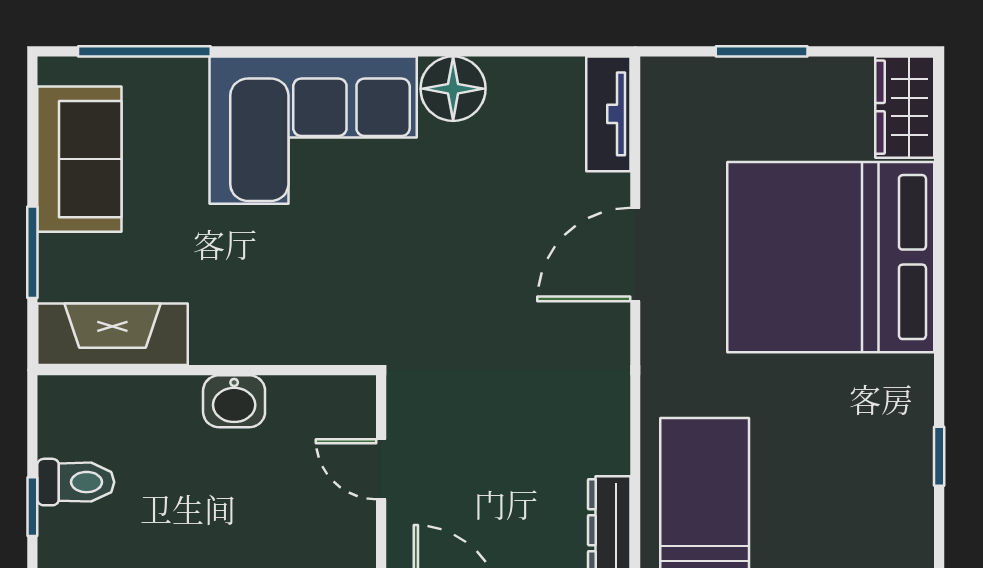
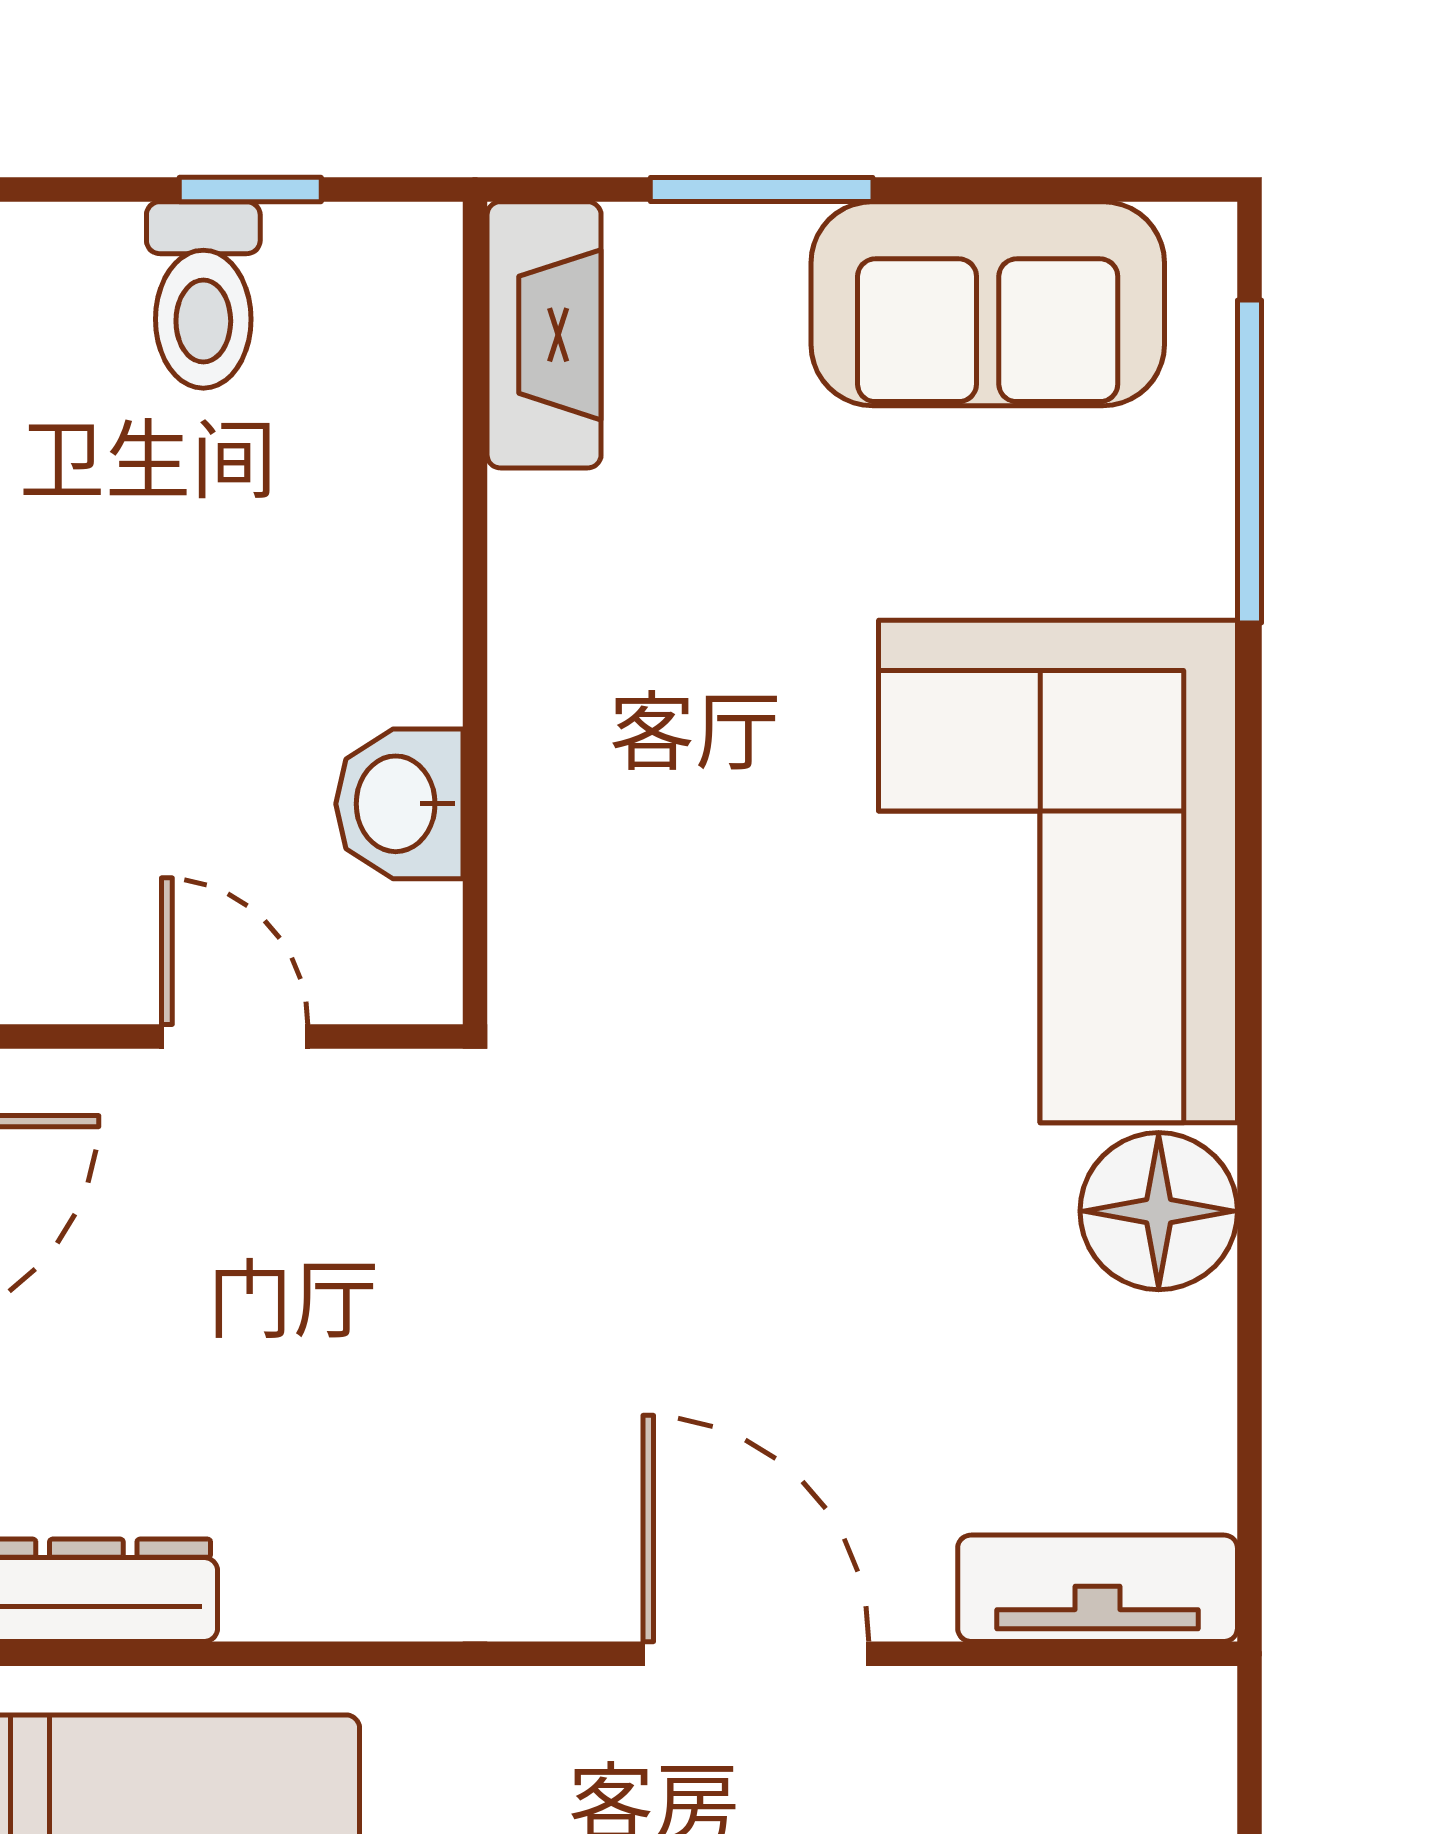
fireplace: (112, 334) -> (544, 335), width x0.73, depth x0.76
washbasin: (234, 401) -> (399, 804), moved
door: (381, 469) -> (235, 1037), hinge flipped
window: (32, 507) -> (250, 189), moved

